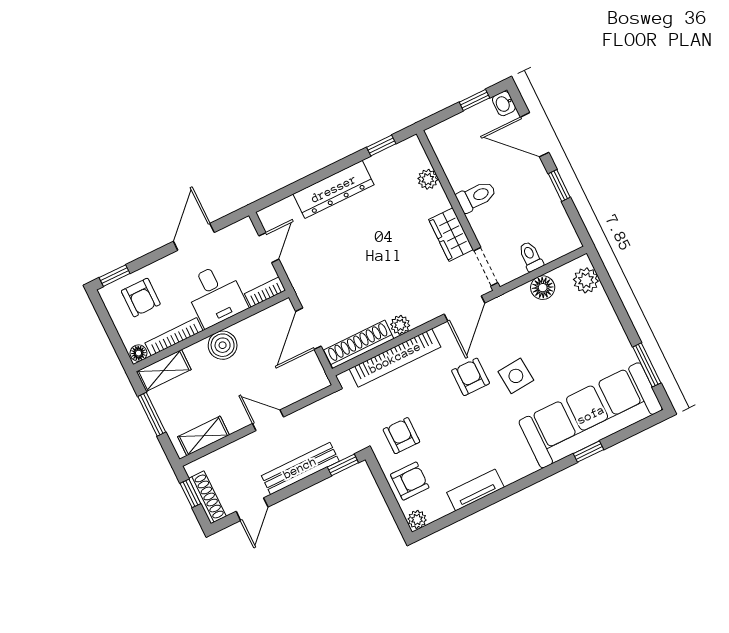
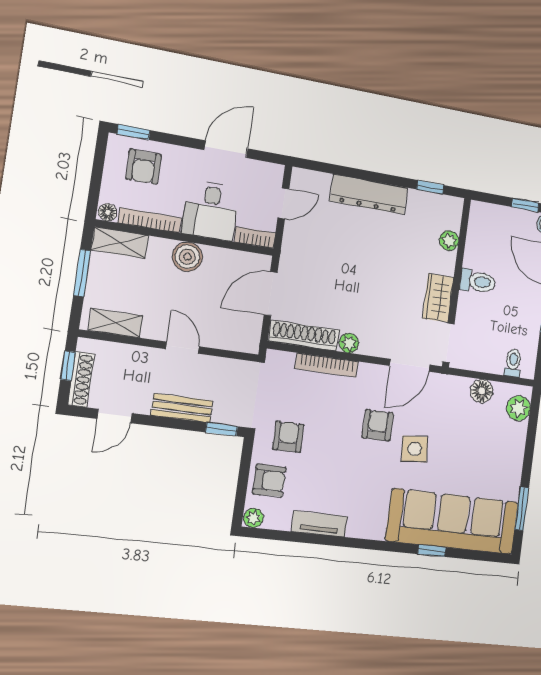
toilet: (531, 256) -> (513, 363), moved
bookcase: (395, 358) -> (327, 365), width x0.68, depth x0.76
bench: (300, 468) -> (182, 408), width x0.73

